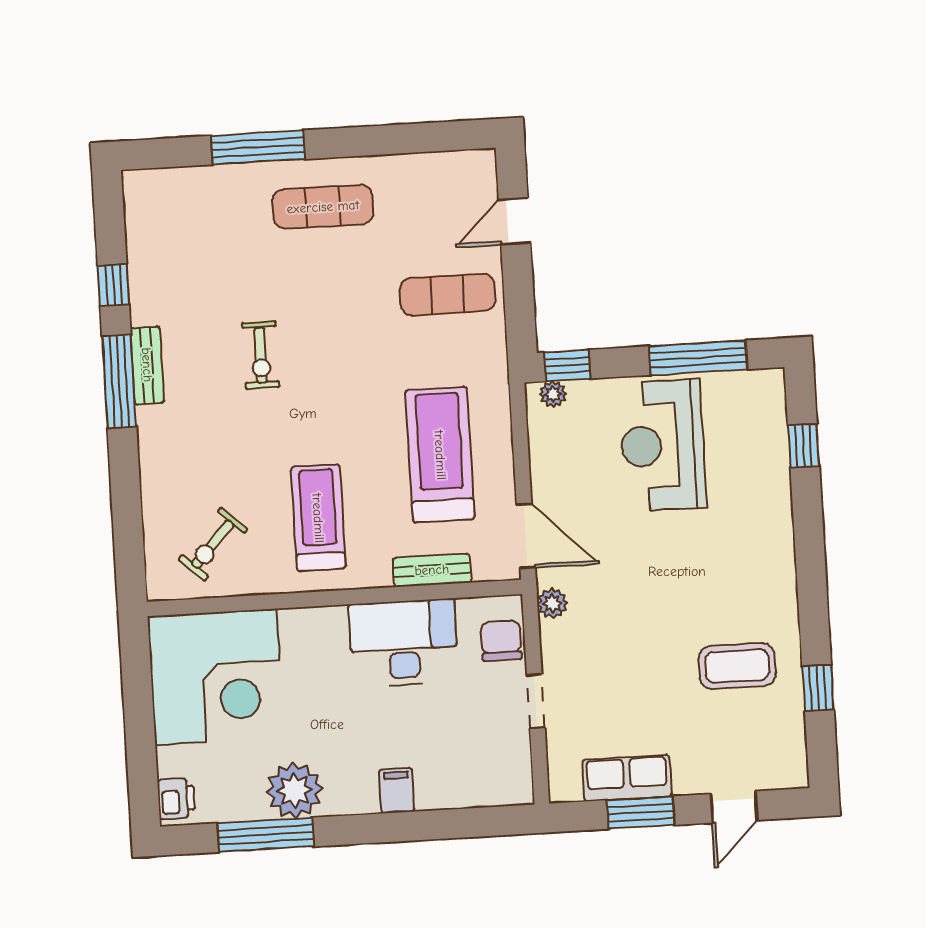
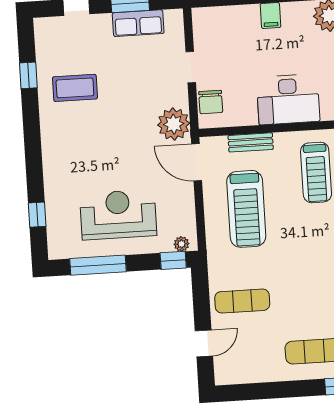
reception desk: (663, 445) -> (118, 215), turned -90
plant: (552, 603) -> (174, 124), width x1.88, depth x1.88
desk: (404, 643) -> (288, 99), moved

